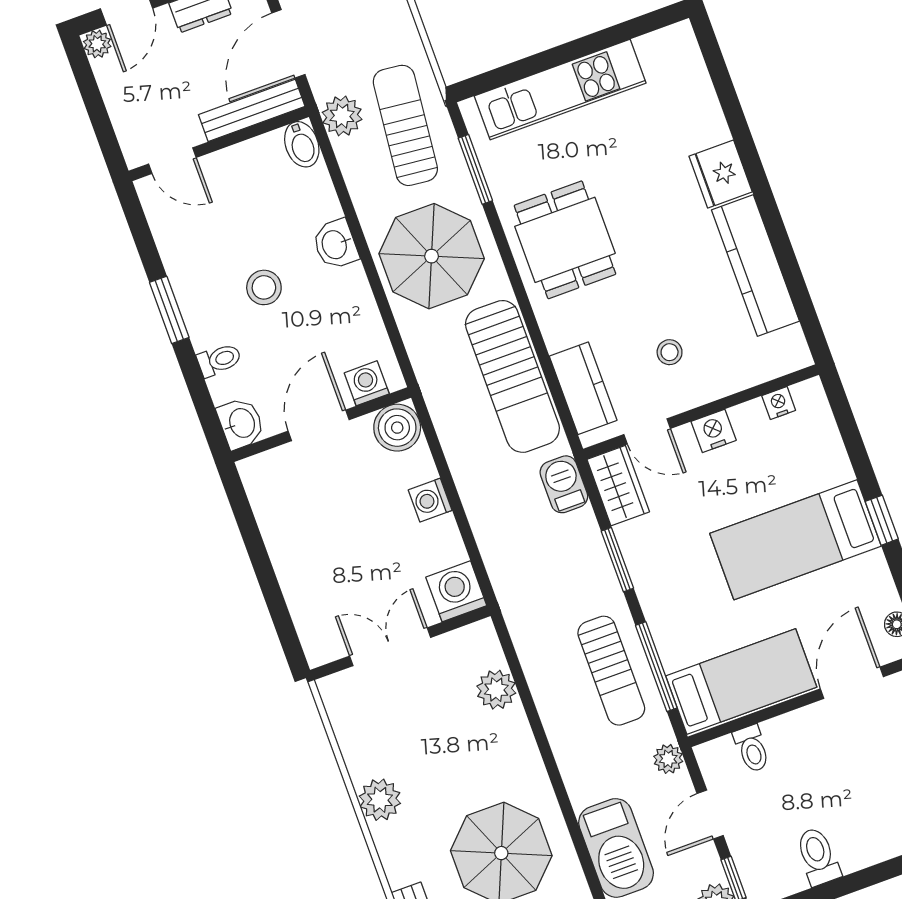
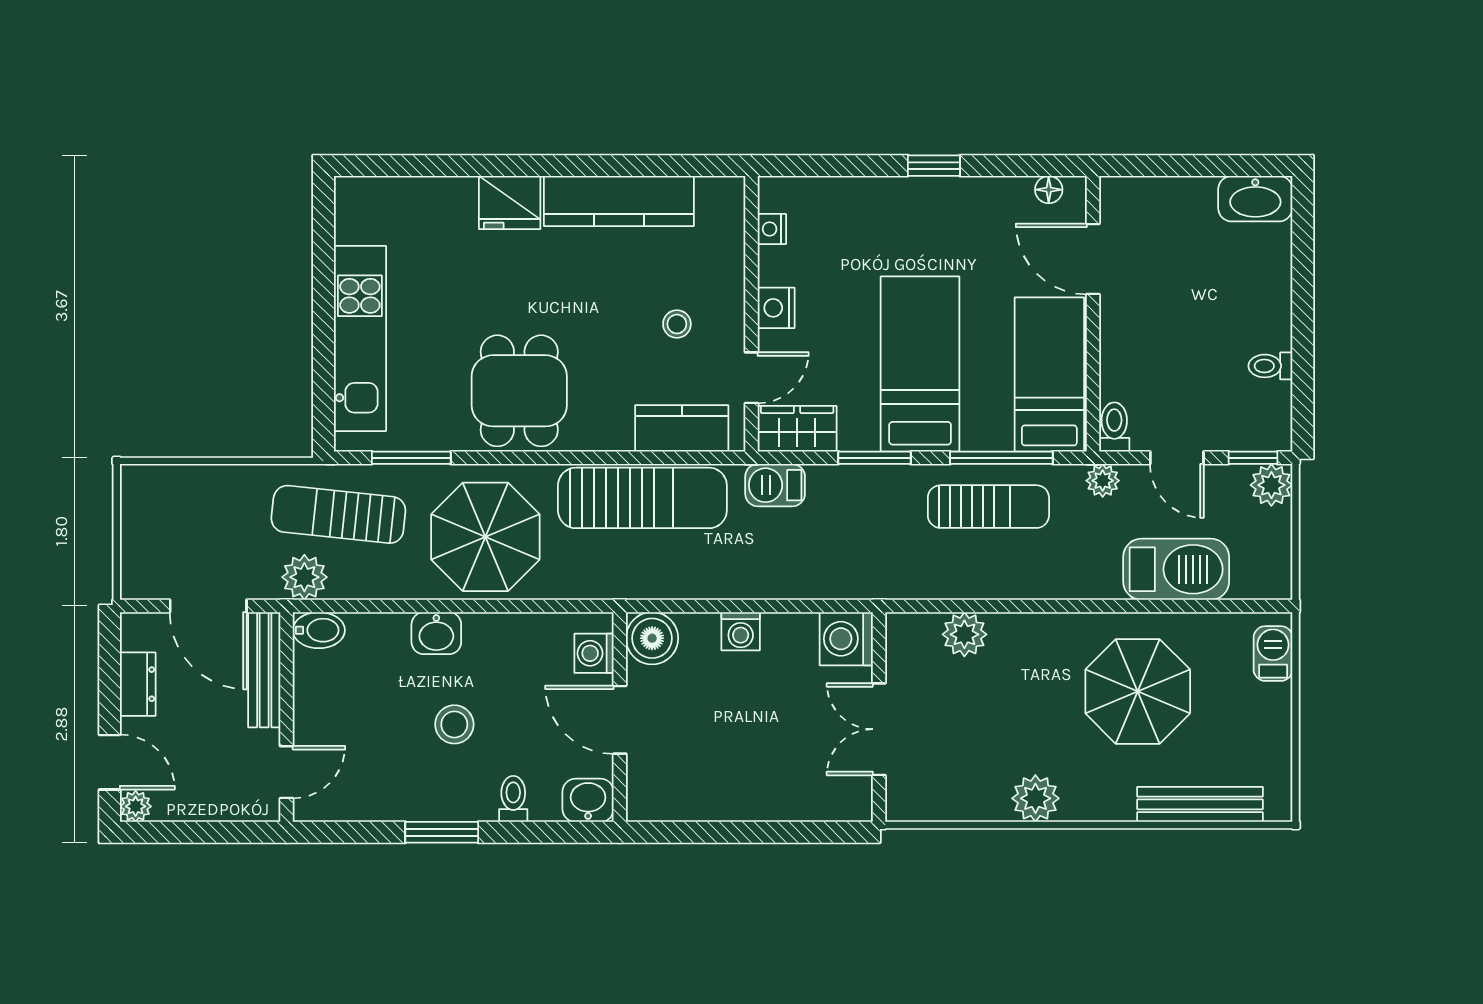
dining table: (565, 240) -> (519, 391), turned 90
bed: (795, 540) -> (920, 364), moved, turned 180
toilet: (752, 749) -> (1114, 427), moved, turned -90
toilet: (818, 856) -> (1270, 366), width x0.73, depth x0.72

